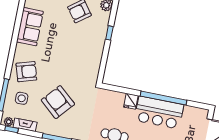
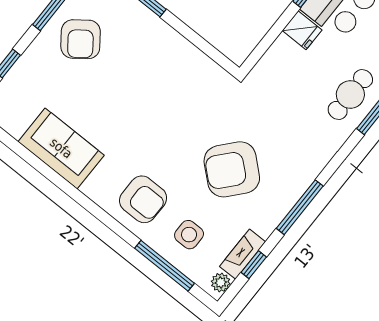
armchair: (26, 72) -> (143, 199), turned 107
window: (12, 129) -> (254, 265), moved

